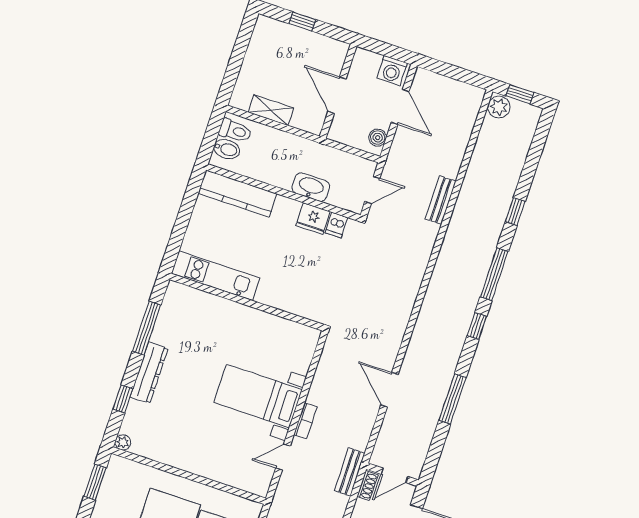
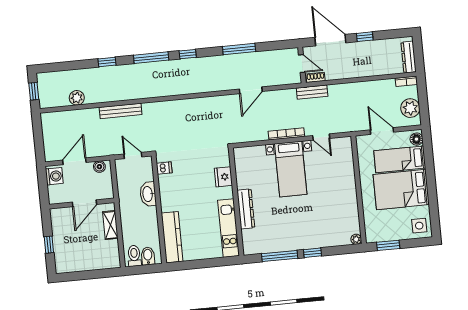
plant: (499, 107) -> (77, 98), moved
shelving: (271, 110) -> (110, 225), moved
bench: (441, 200) -> (121, 111), width x1.36
fridge: (313, 218) -> (223, 177), moved, turned 180
dresser: (149, 373) -> (246, 209), moved, turned 90
window: (123, 399) -> (313, 253), moved
bookcase: (305, 421) -> (286, 134), width x1.56

